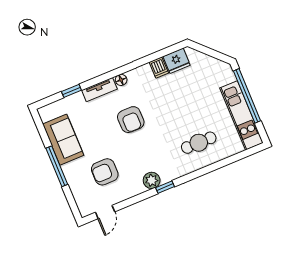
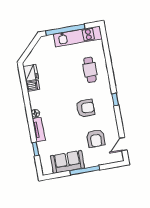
armchair: (131, 120) -> (85, 108), moved
plant: (152, 180) -> (109, 108), removed
door: (105, 212) -> (123, 144), swing flipped

